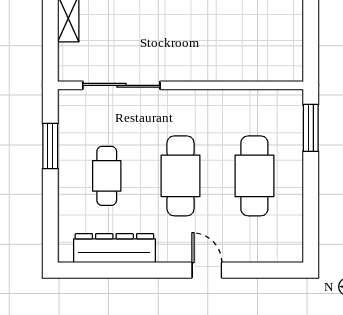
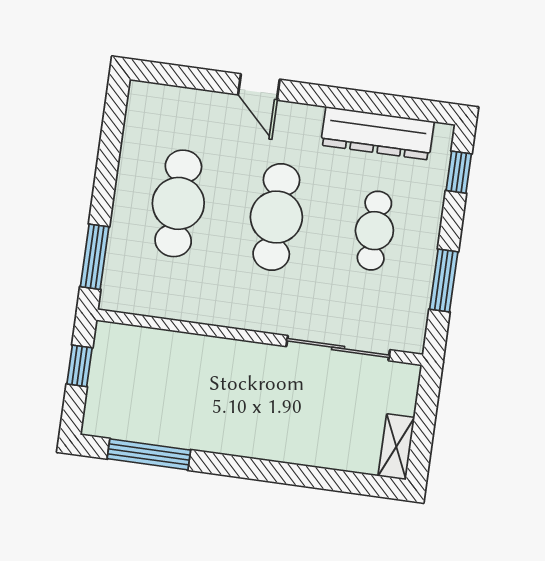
window: (311, 46) -> (79, 366), added
window: (50, 228) -> (459, 172), added

